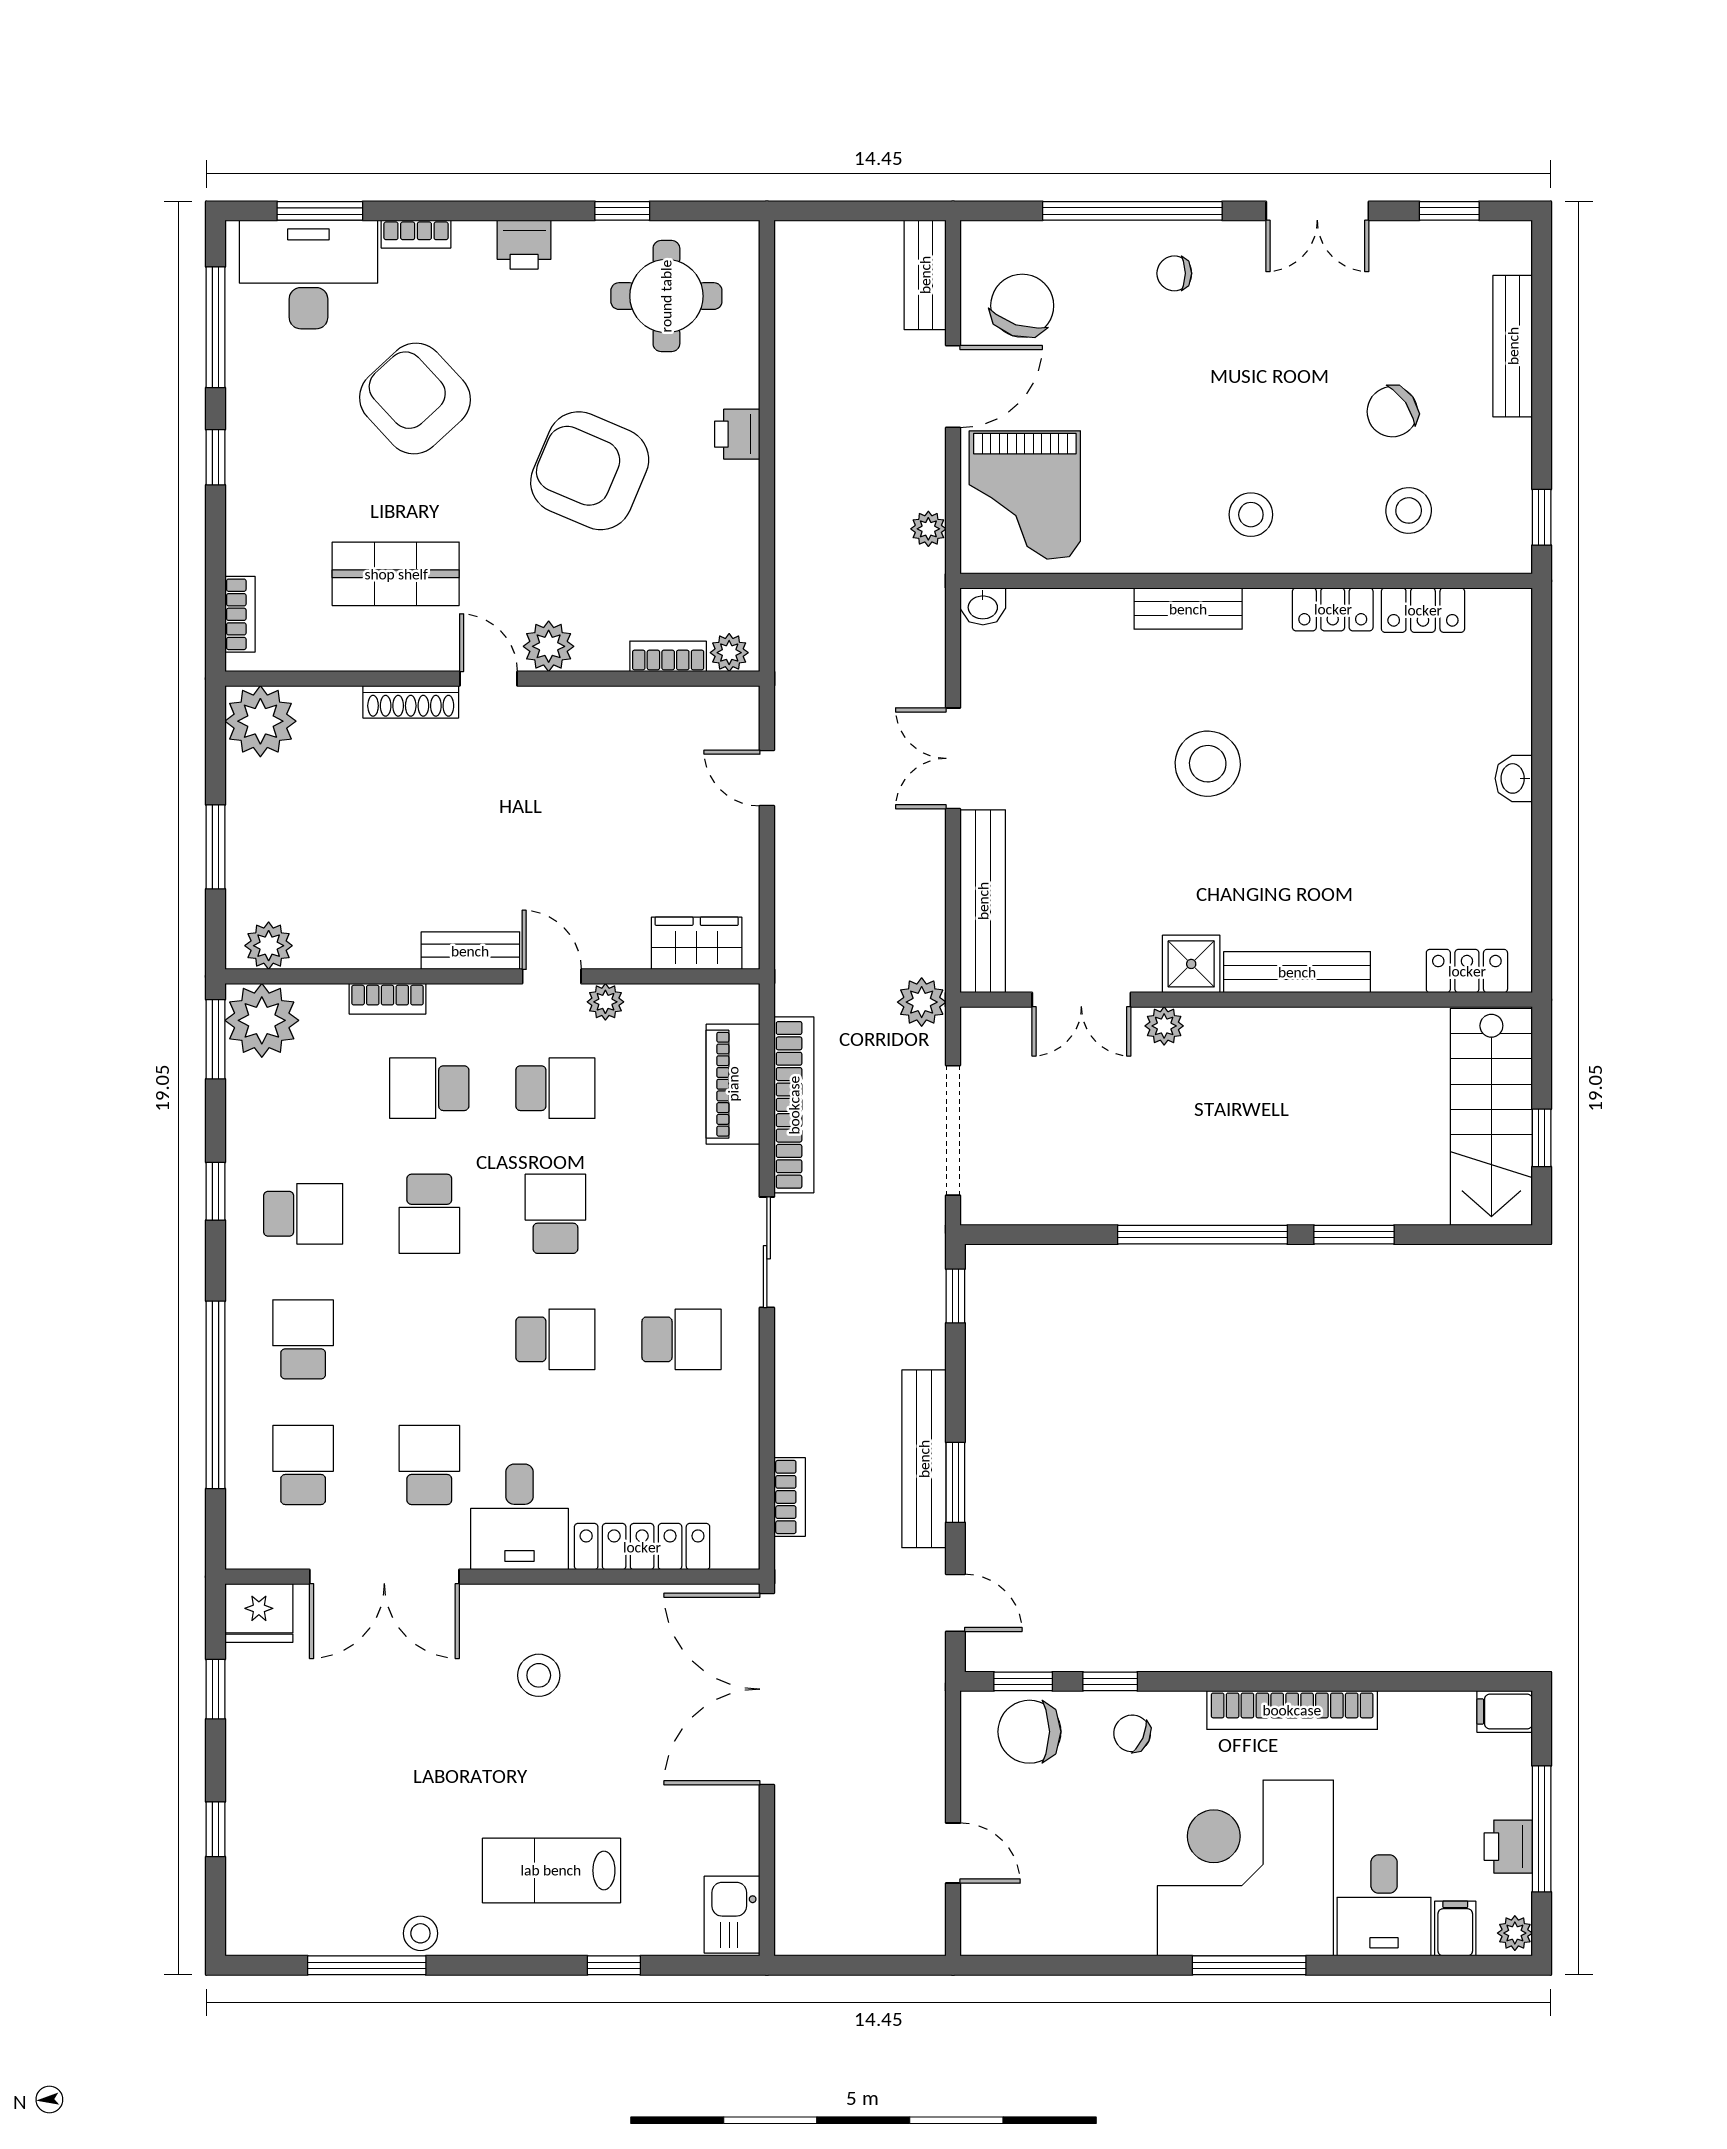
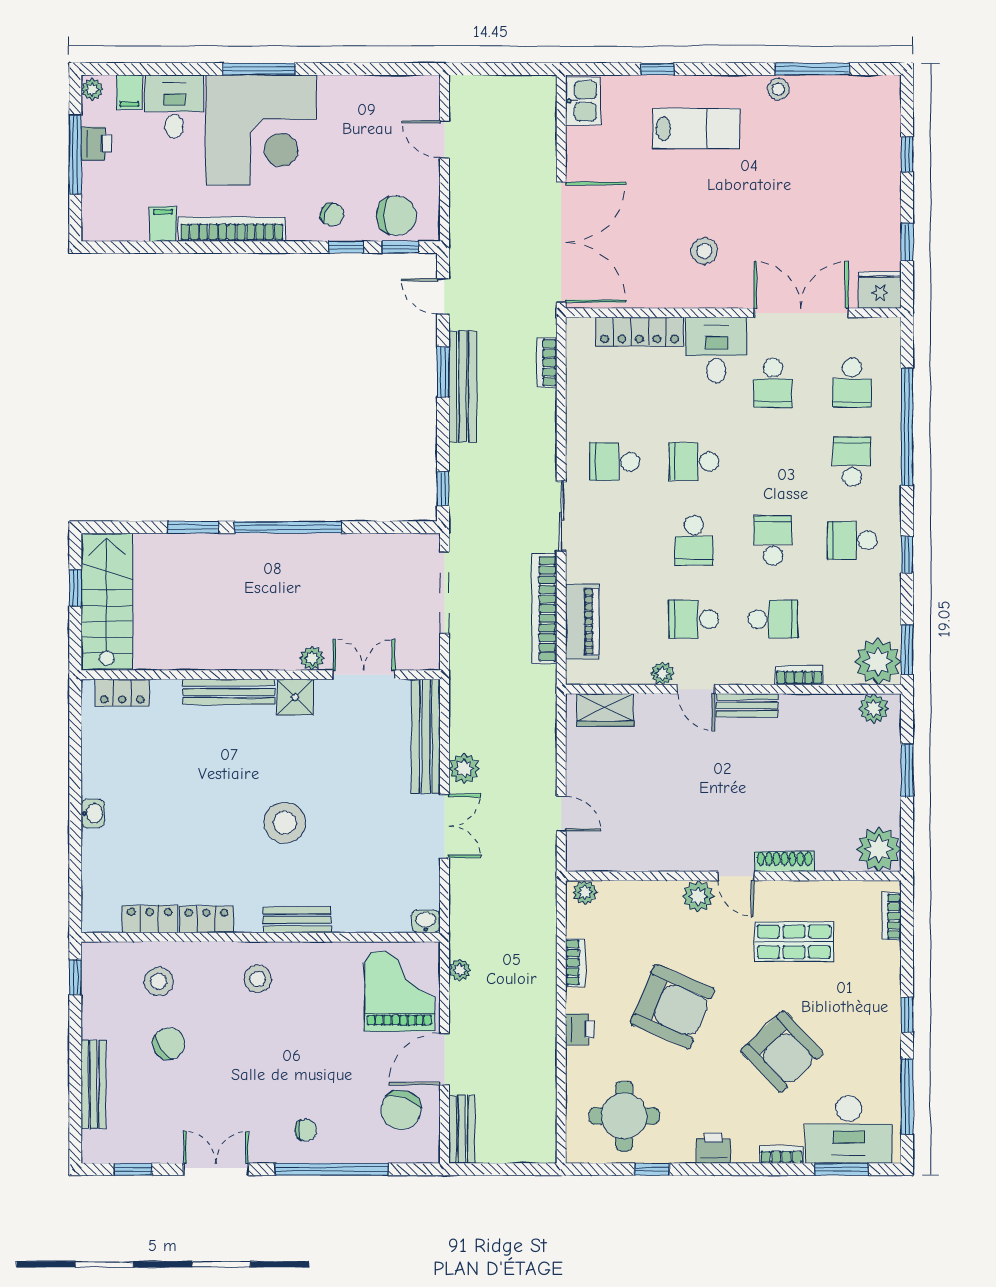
bookcase: (668, 656) -> (575, 963), moved, turned -90
plant: (922, 1002) -> (464, 769), moved
school desk: (303, 1339) -> (852, 462), turned 180
filing cabinet: (1505, 1711) -> (163, 224), moved, turned -90

